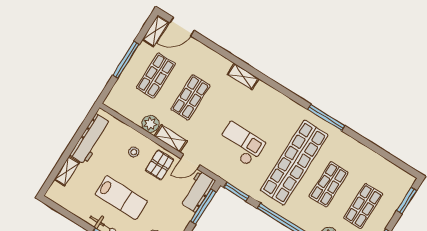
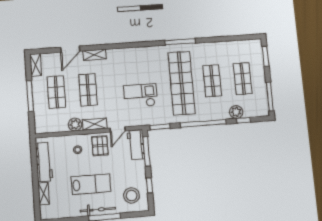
door: (182, 27) -> (70, 49), moved
shelving: (243, 76) -> (95, 55), moved

